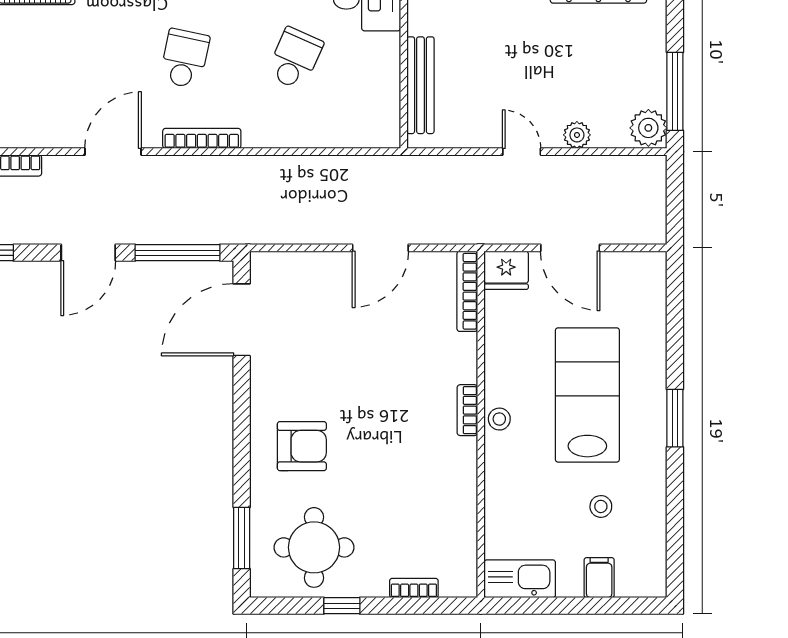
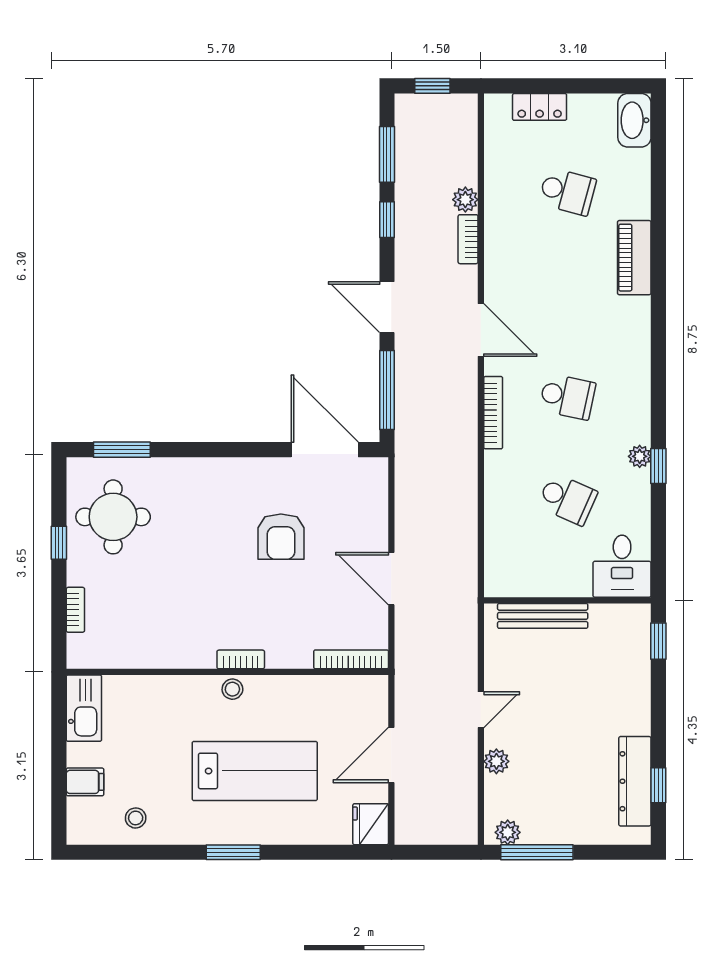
plant: (648, 128) -> (508, 832), width x0.73, depth x0.73
fridge: (506, 270) -> (371, 824), moved
armchair: (302, 446) -> (281, 537), moved
stool: (601, 506) -> (136, 818), moved

